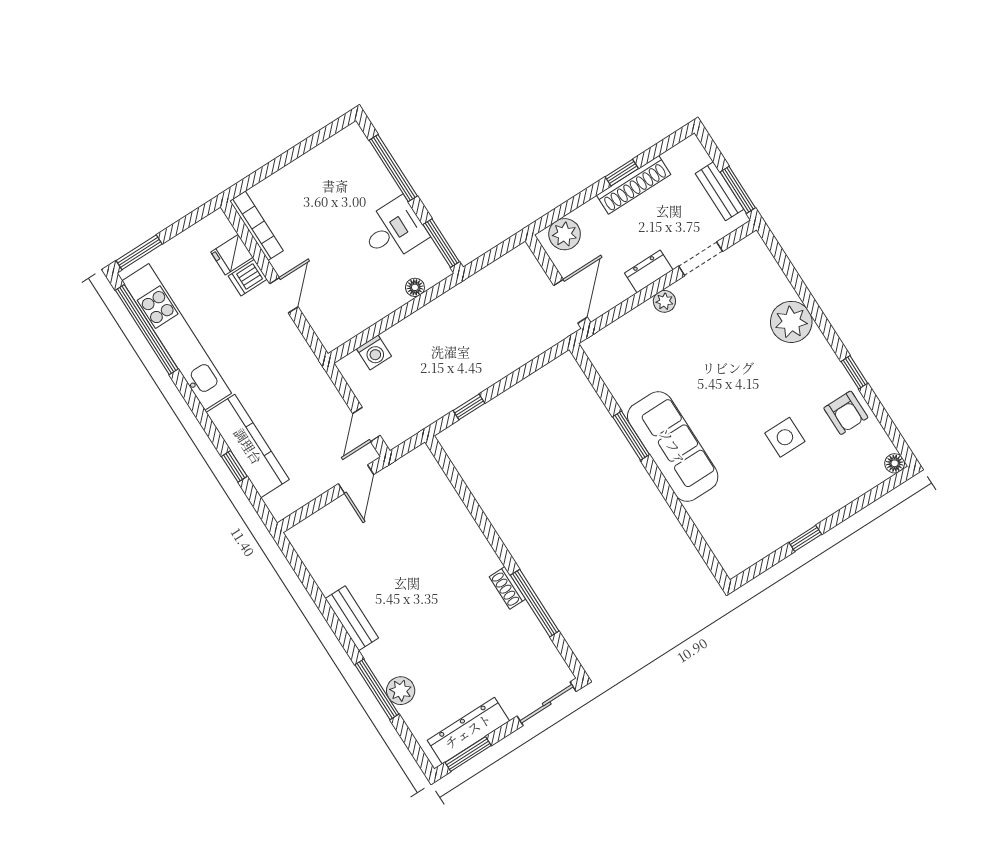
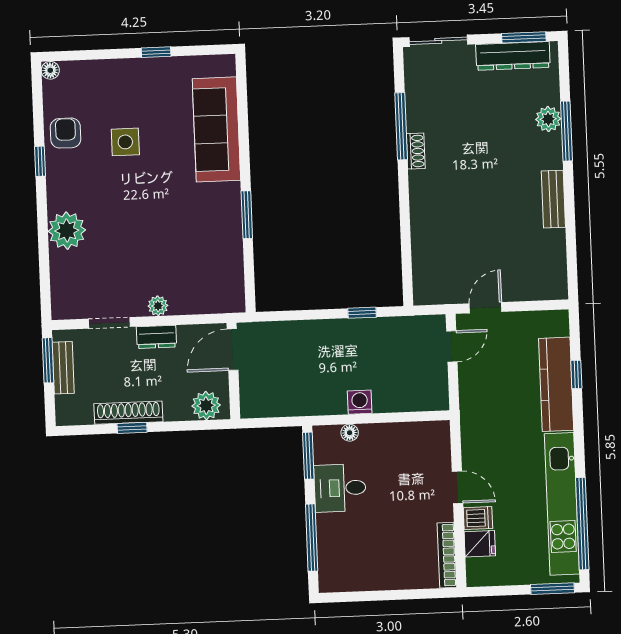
door: (284, 295) -> (458, 487), swing flipped
washing machine: (374, 353) -> (360, 402), moved
sofa: (673, 446) -> (216, 129), moved

